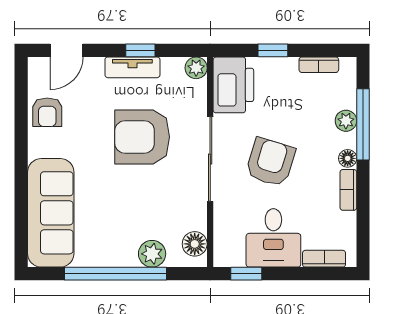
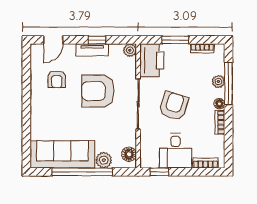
window: (273, 50) -> (175, 40), width x1.50
armchair: (47, 112) -> (57, 79), moved
sofa: (51, 213) -> (62, 154), moved, turned -90

